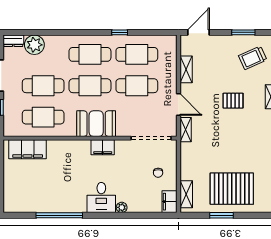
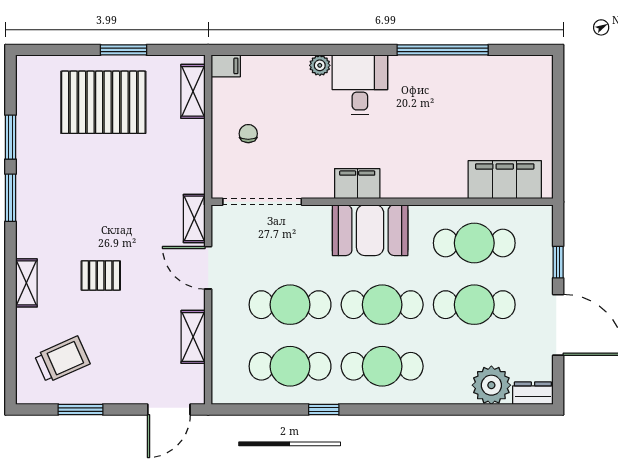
filing cabinet: (170, 202) -> (226, 66), width x0.50

